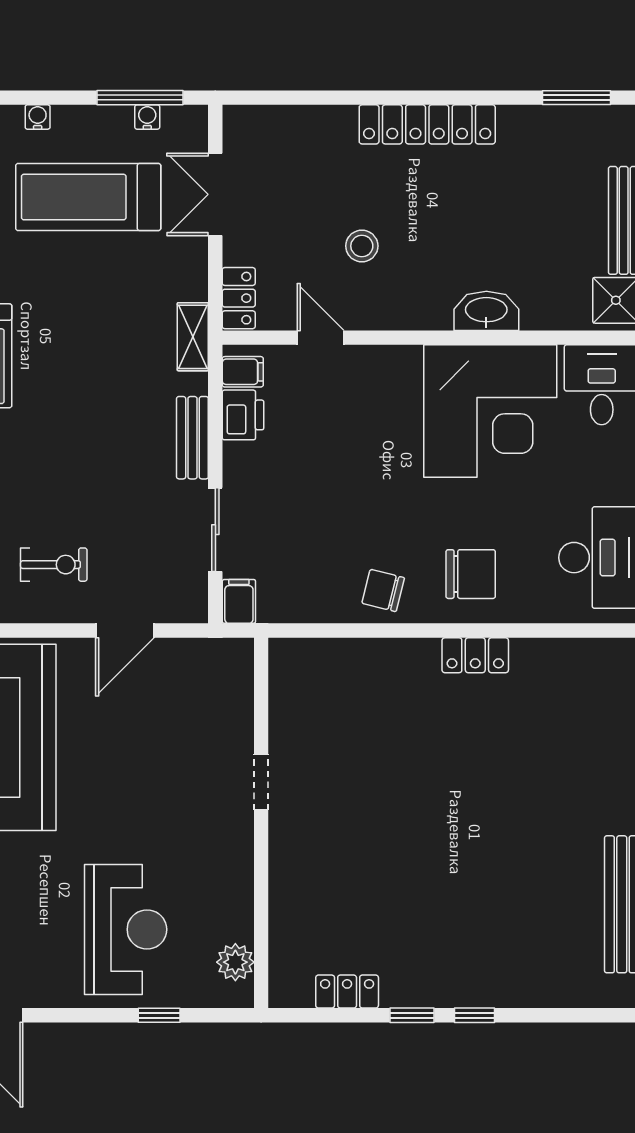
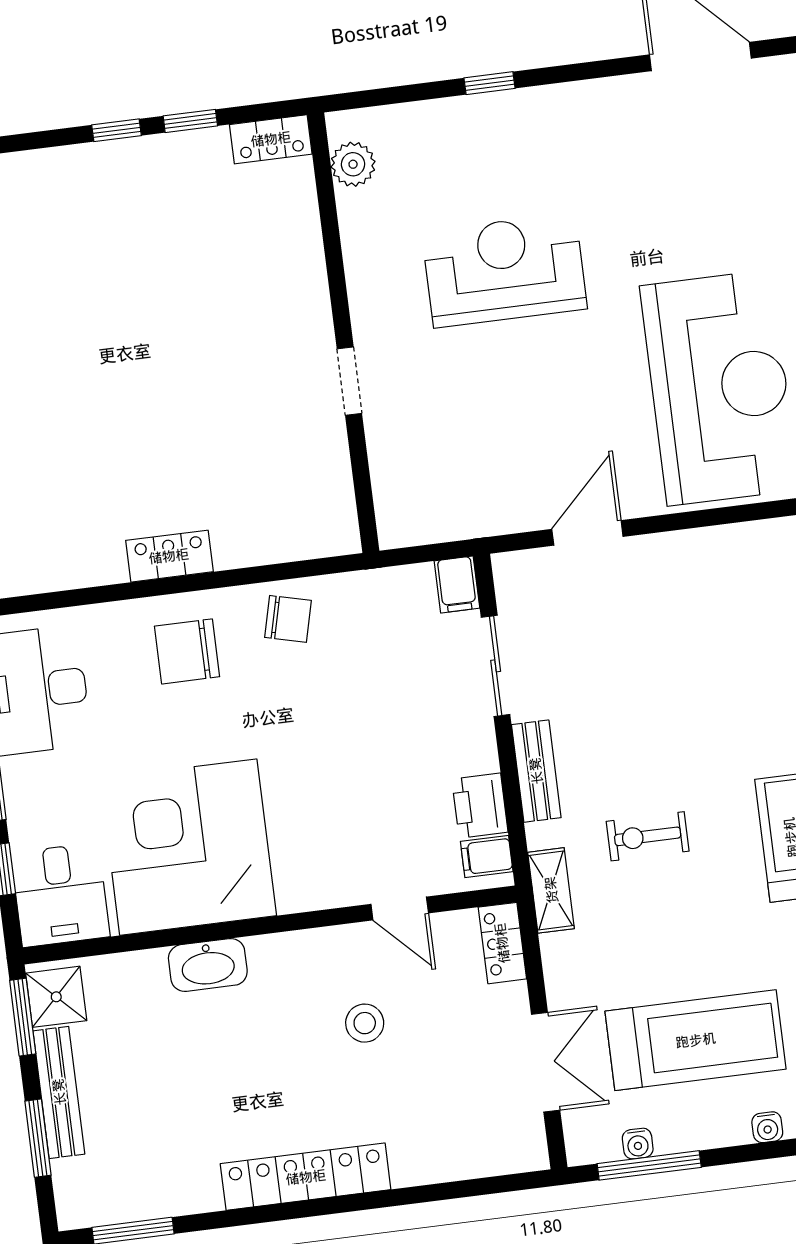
exercise bike: (54, 565) -> (648, 836), moved
doorway: (261, 782) -> (349, 381), moved
wall: (261, 823) -> (343, 333), moved
reception desk: (126, 929) -> (504, 270), moved, turned 90
plant: (235, 962) -> (353, 164), moved

